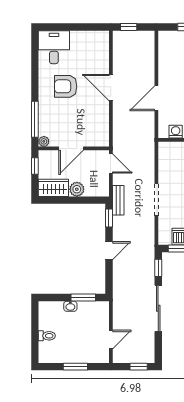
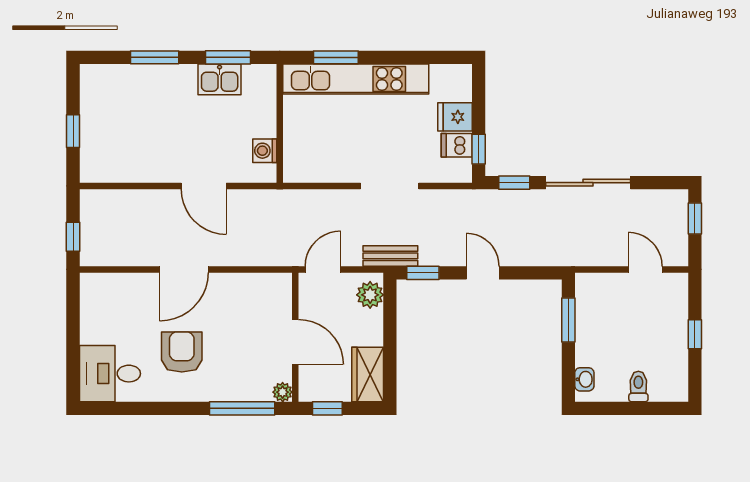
armchair: (66, 86) -> (182, 352), turned 180
plant: (77, 189) -> (370, 295), moved
washbasin: (70, 306) -> (584, 379), moved
window: (75, 367) -> (695, 334), width x0.67

